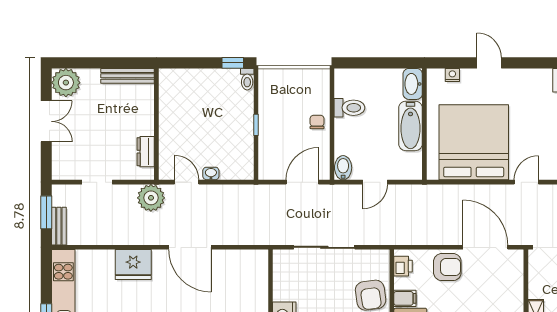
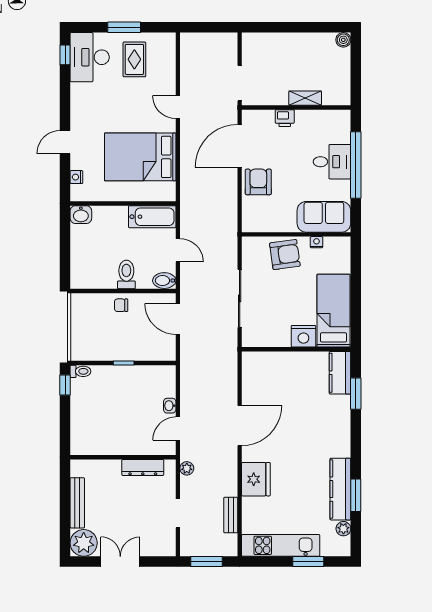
bench: (128, 76) -> (77, 503), moved
washbasin: (413, 84) -> (81, 215), width x0.72
toilet: (349, 108) -> (126, 274), moved
bathtub: (410, 126) -> (152, 217), moved
bed: (474, 142) -> (140, 157), width x0.73
dresser: (146, 152) -> (143, 467), width x1.44
plant: (151, 198) -> (187, 468), width x0.53, depth x0.53
bench: (59, 226) -> (231, 515), moved, turned 90
printer: (403, 266) -> (285, 118), moved, turned 180
filing cabinet: (405, 298) -> (288, 222), removed

